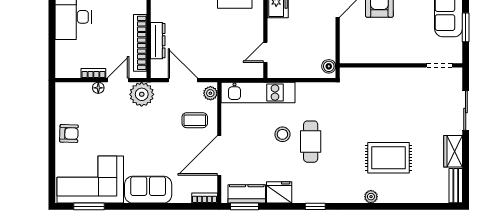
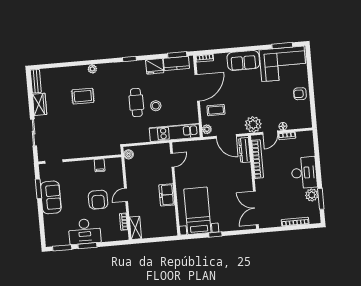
dresser: (158, 41) -> (245, 150), moved
filing cabinet: (373, 54) -> (100, 165), added
rug: (389, 158) -> (83, 96), width x0.73, depth x0.70

